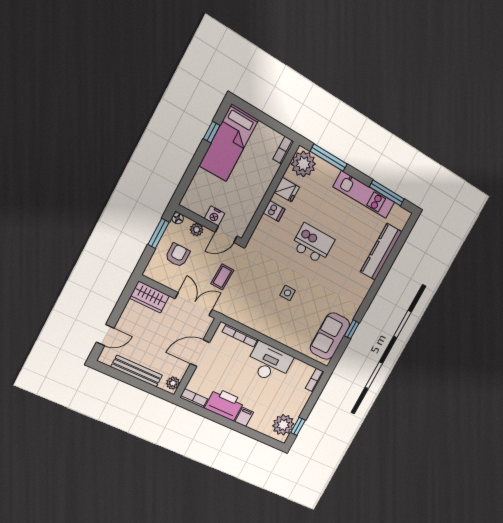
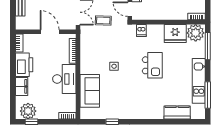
fridge: (287, 190) -> (175, 33), width x1.88, depth x1.34
dishwasher: (274, 211) -> (141, 30), moved
kitchen counter: (381, 252) -> (177, 113), width x0.67
sofa: (330, 336) -> (90, 91), moved, turned 90
plant: (173, 383) -> (23, 25), removed
filing cabinet: (244, 417) -> (22, 86), width x2.00

